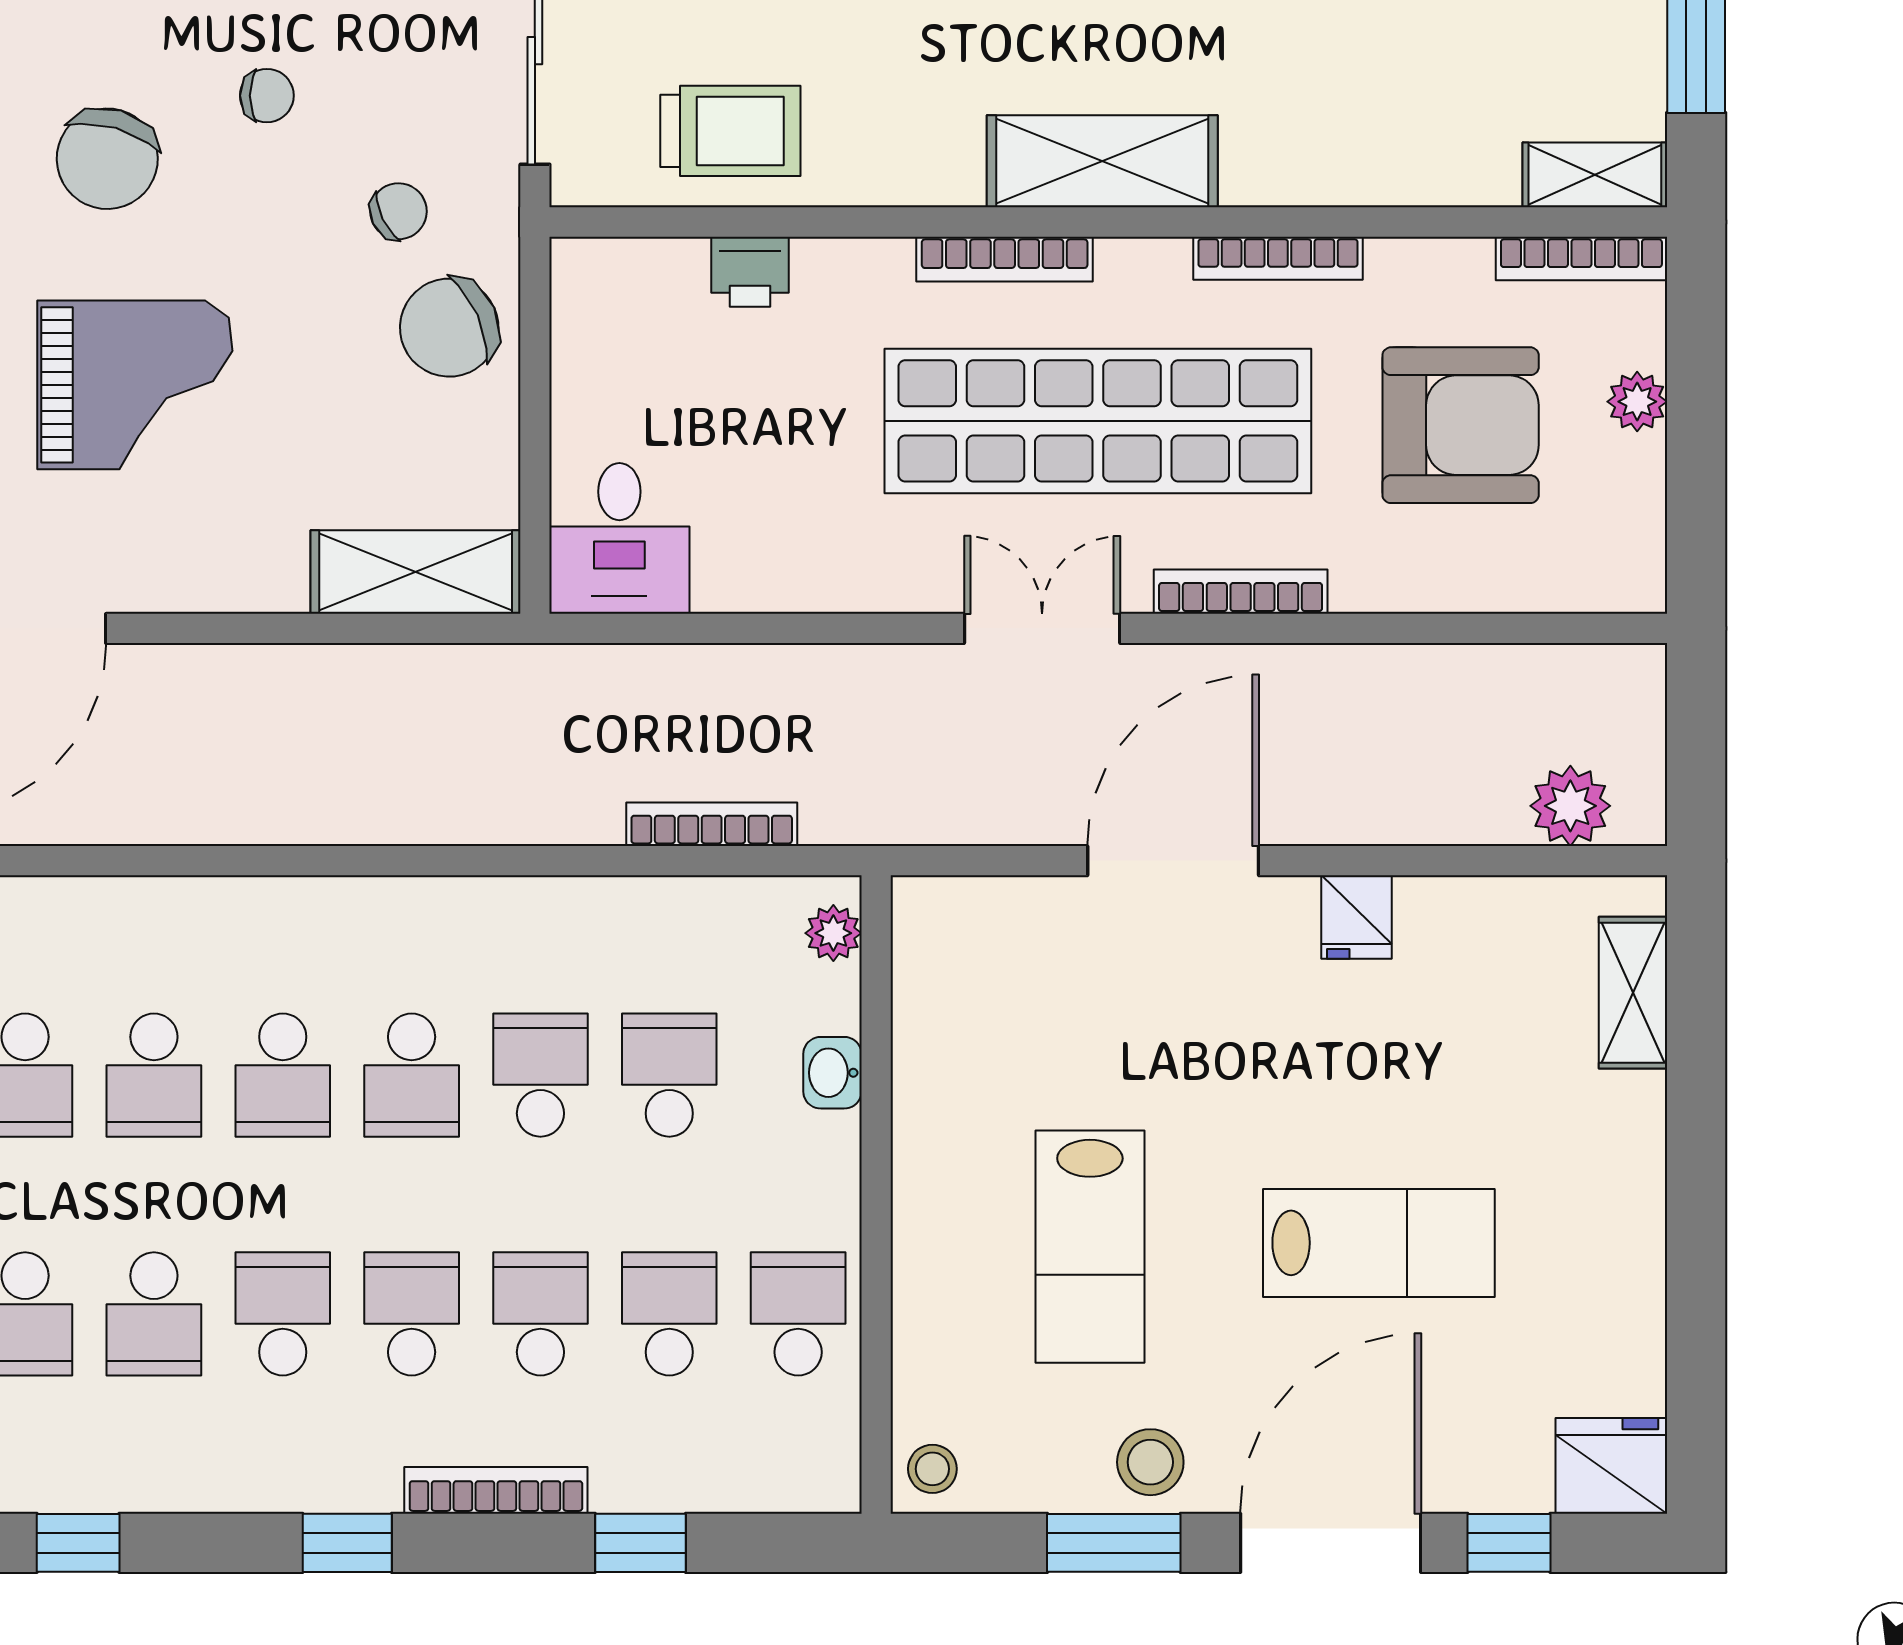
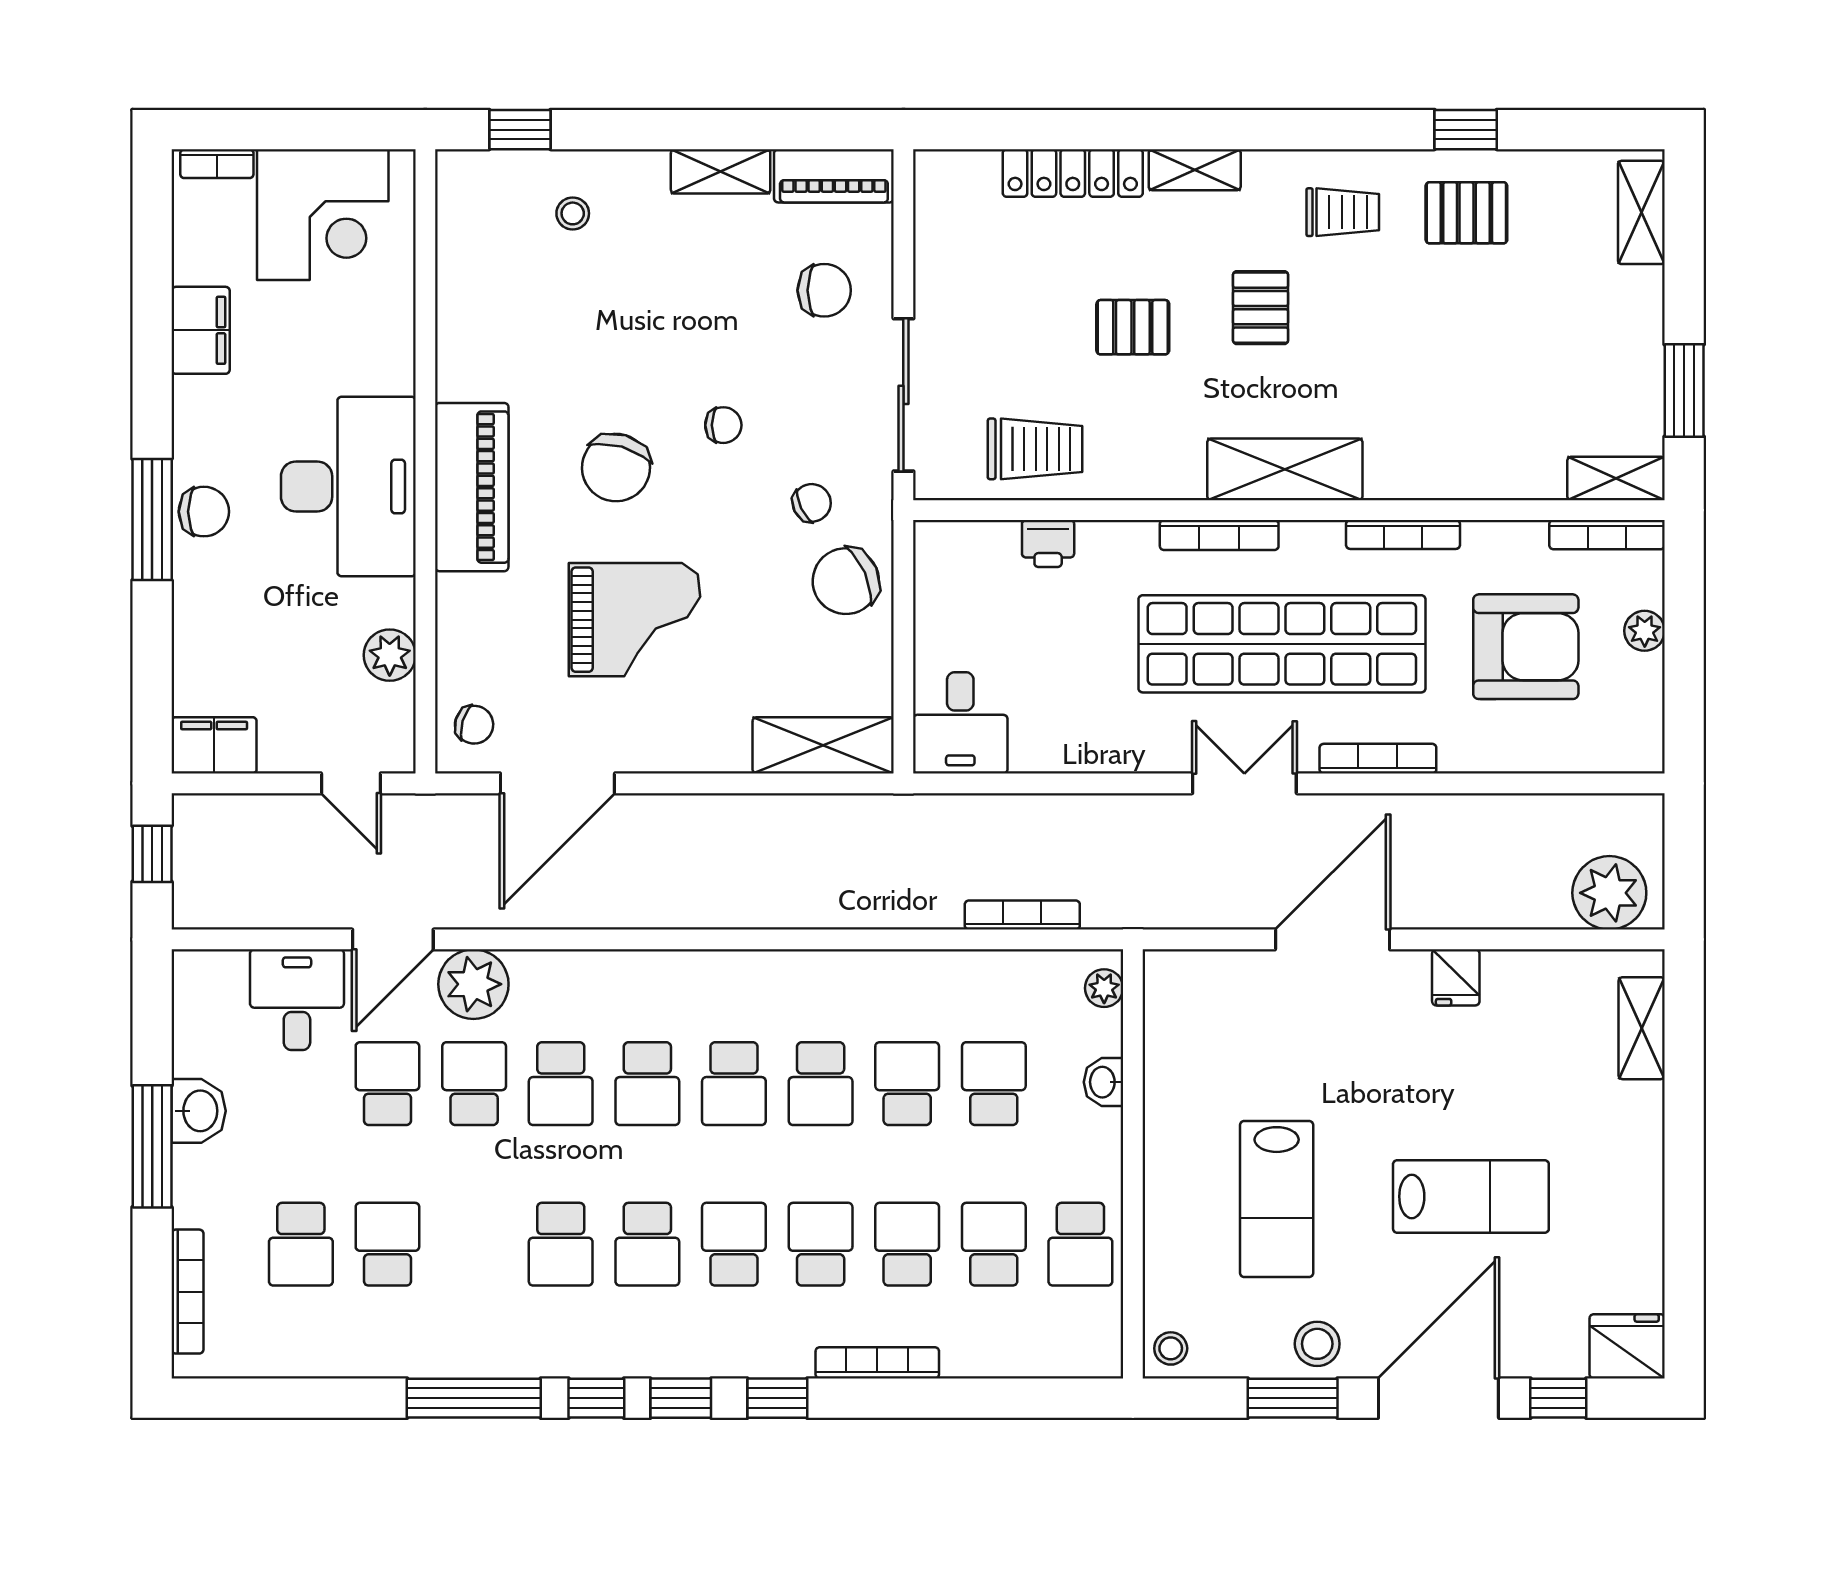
plant: (1570, 806) -> (1609, 893), width x1.36, depth x1.36
school desk: (798, 1314) -> (1080, 1244), turned 180
window: (640, 1543) -> (681, 1398), moved

